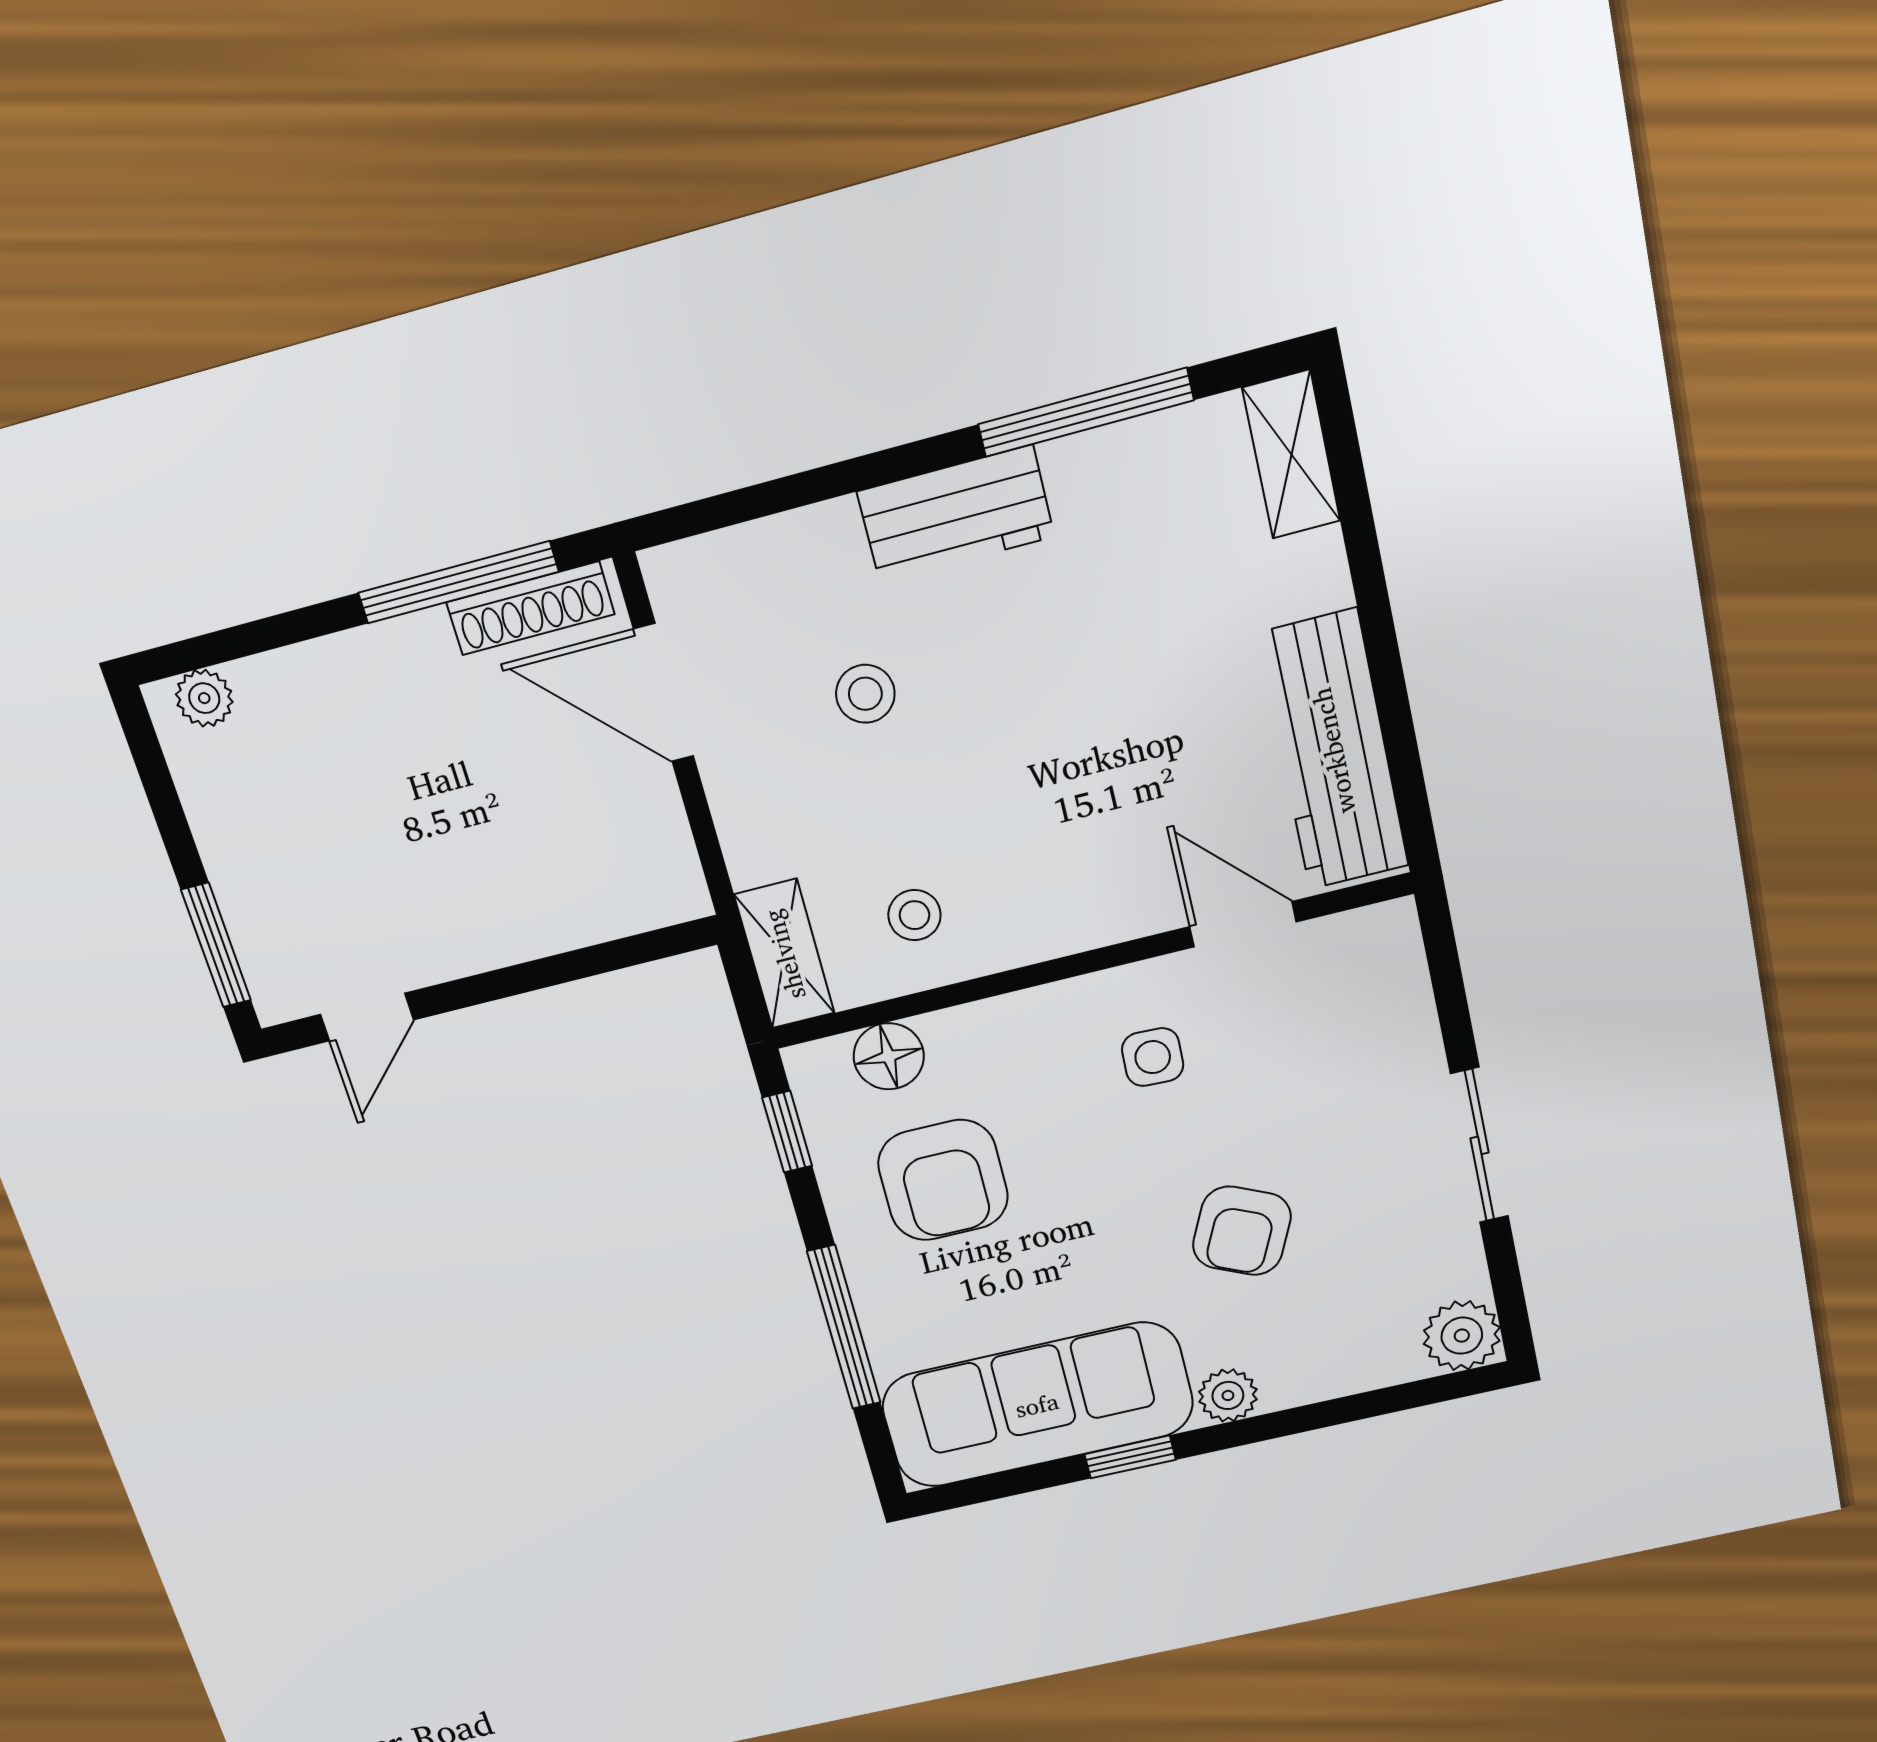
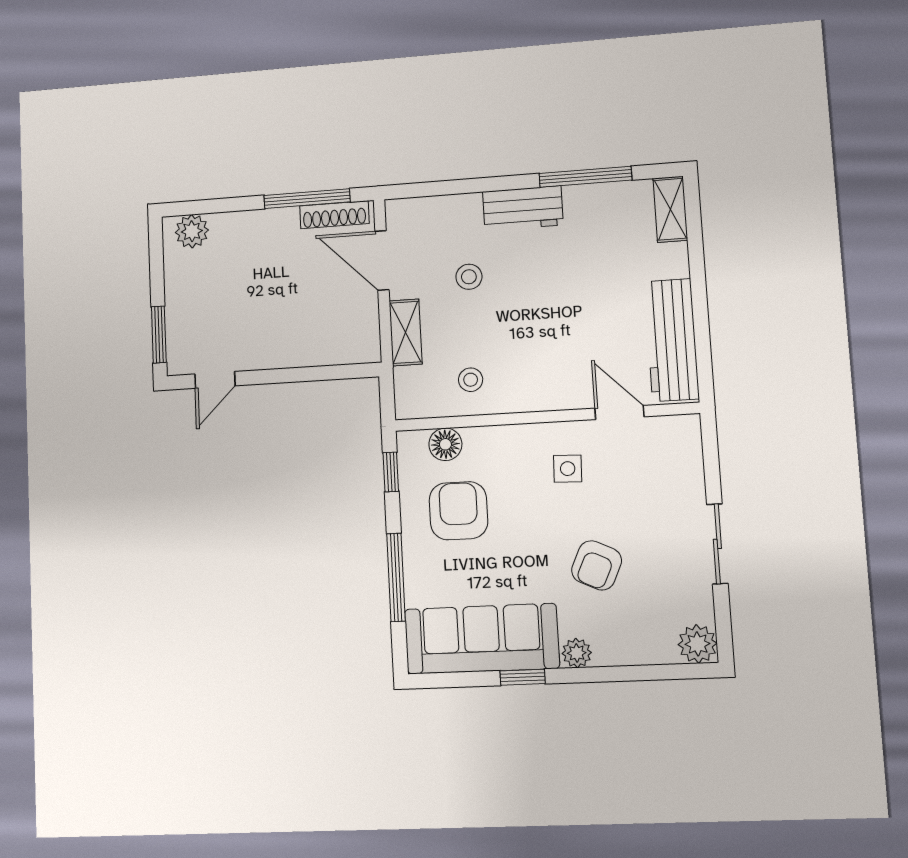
plant: (204, 698) -> (192, 231), width x1.38, depth x1.38
shelving: (784, 954) -> (406, 332), moved
armchair: (943, 1180) -> (458, 511), turned 180

